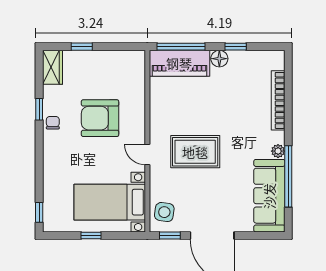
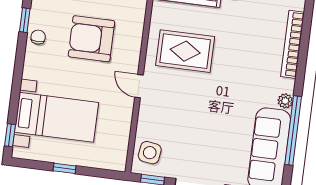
rug: (195, 152) -> (185, 51), moved
bed with nightstands: (110, 202) -> (56, 117), moved, turned 180

